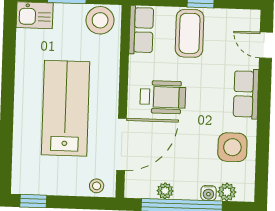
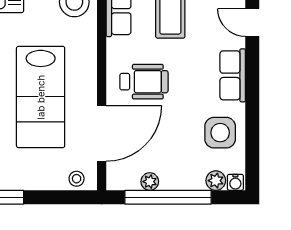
lab bench: (66, 108) -> (41, 97), turned 180
water cooler: (208, 193) -> (235, 182), moved

